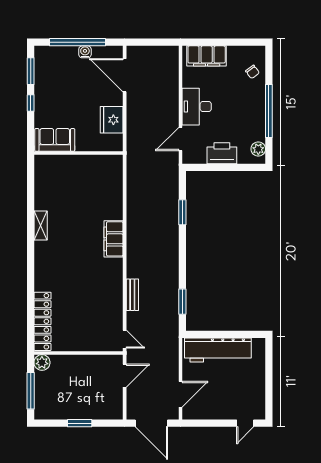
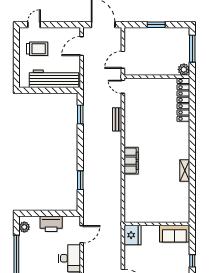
fridge: (112, 120) -> (132, 235), moved
trolley: (241, 391) -> (37, 49), added

